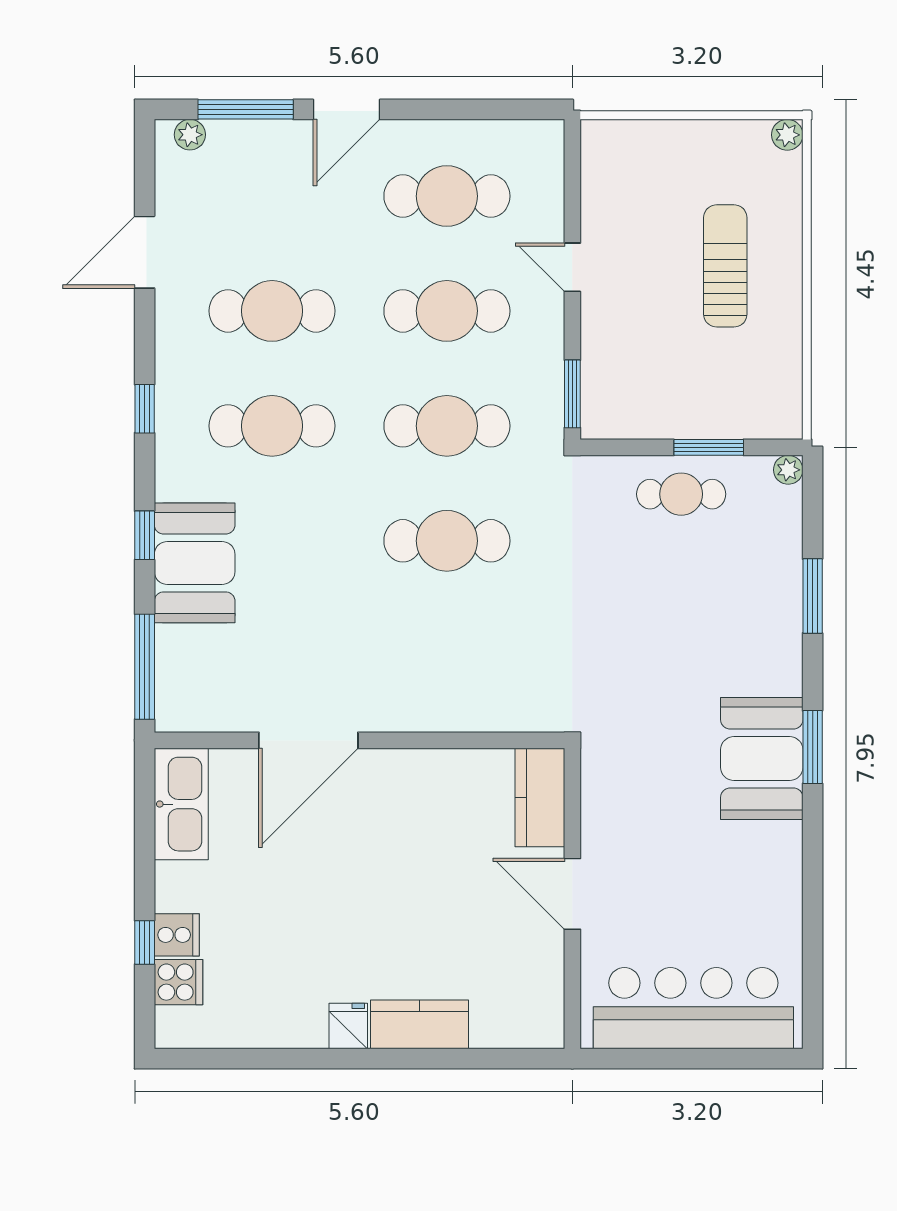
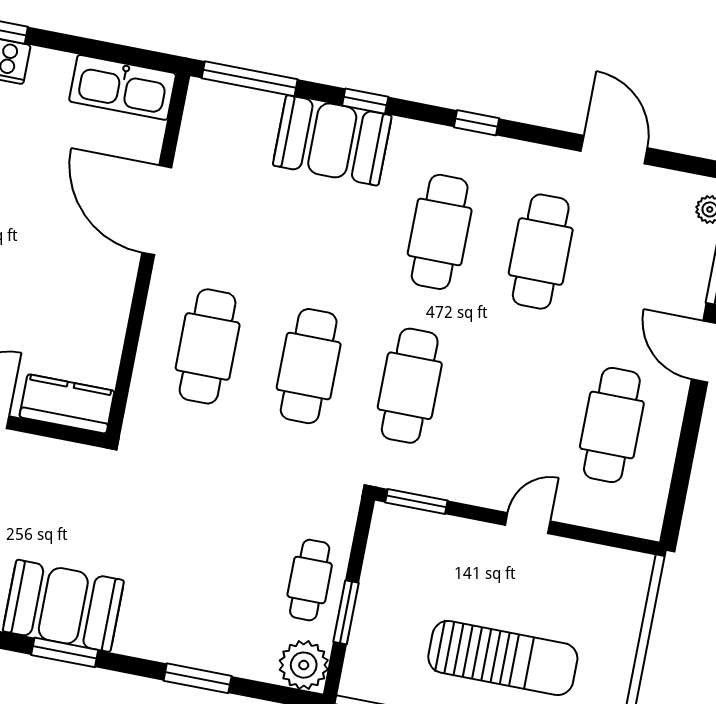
sun lounger: (725, 266) -> (503, 658), width x1.36, depth x1.34
cafe table: (447, 311) -> (208, 346), moved
plant: (788, 470) -> (304, 665), width x1.88, depth x1.88

